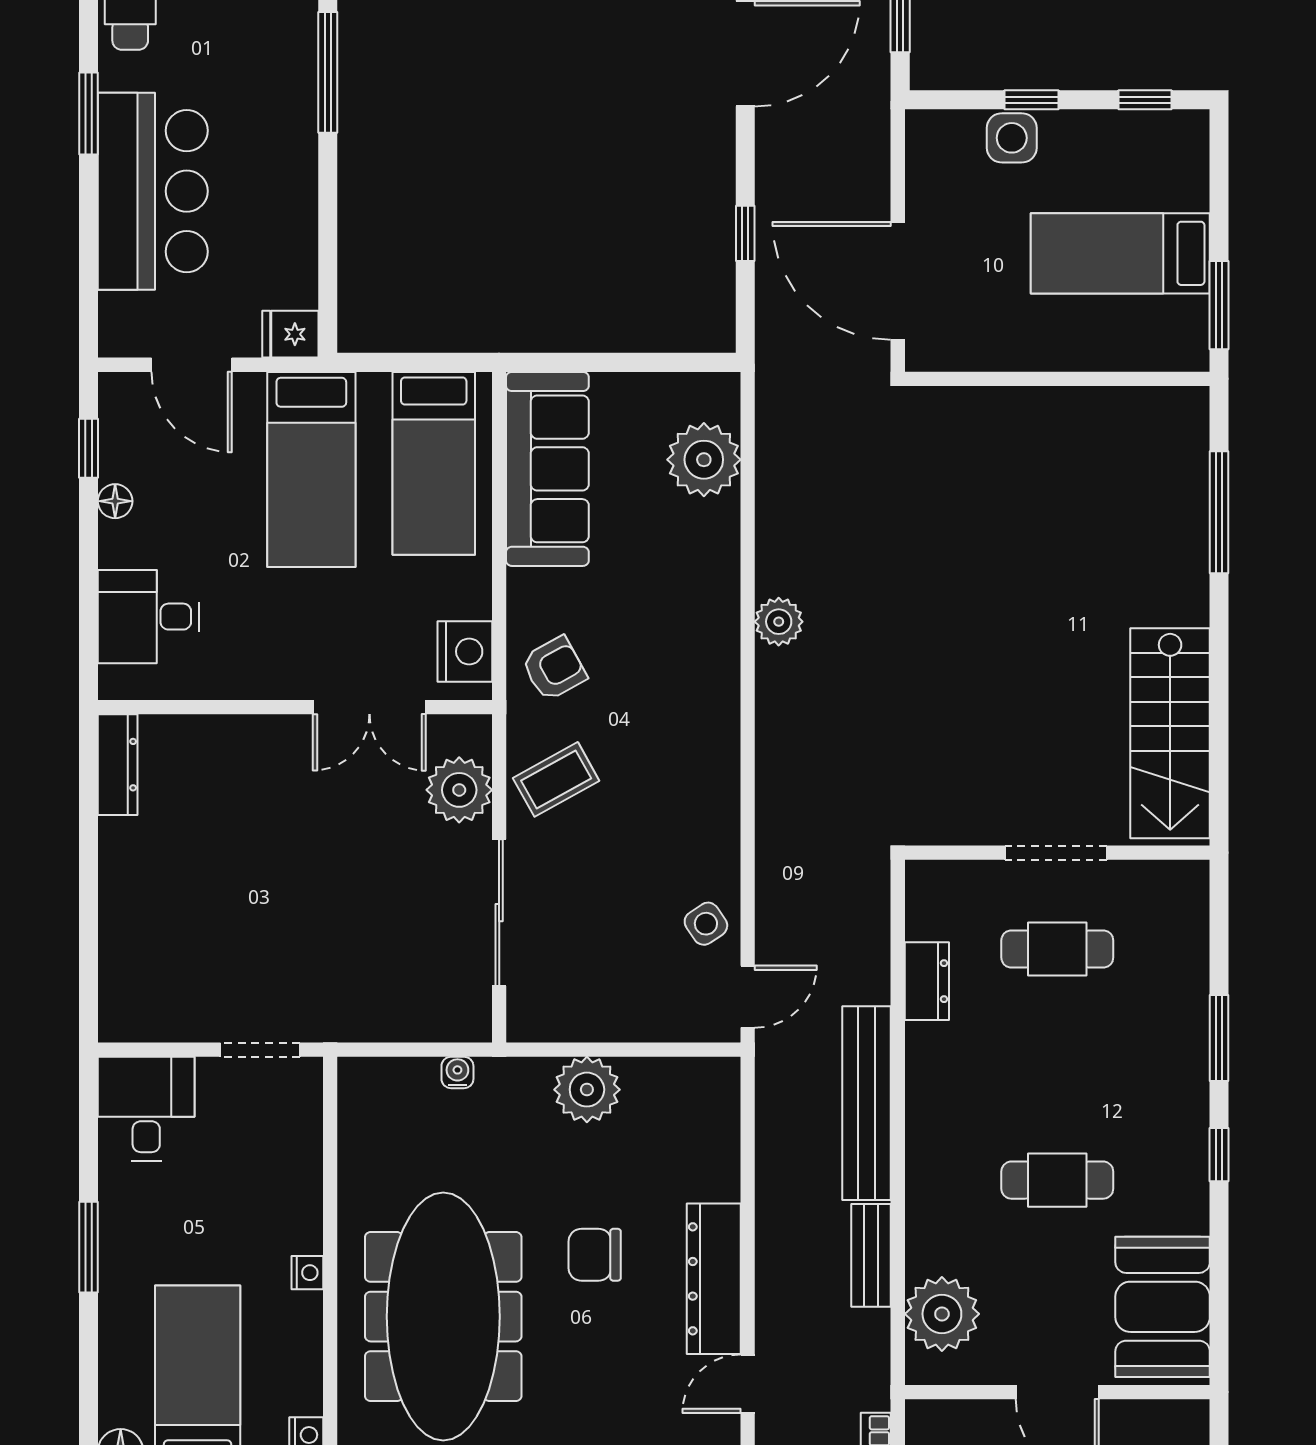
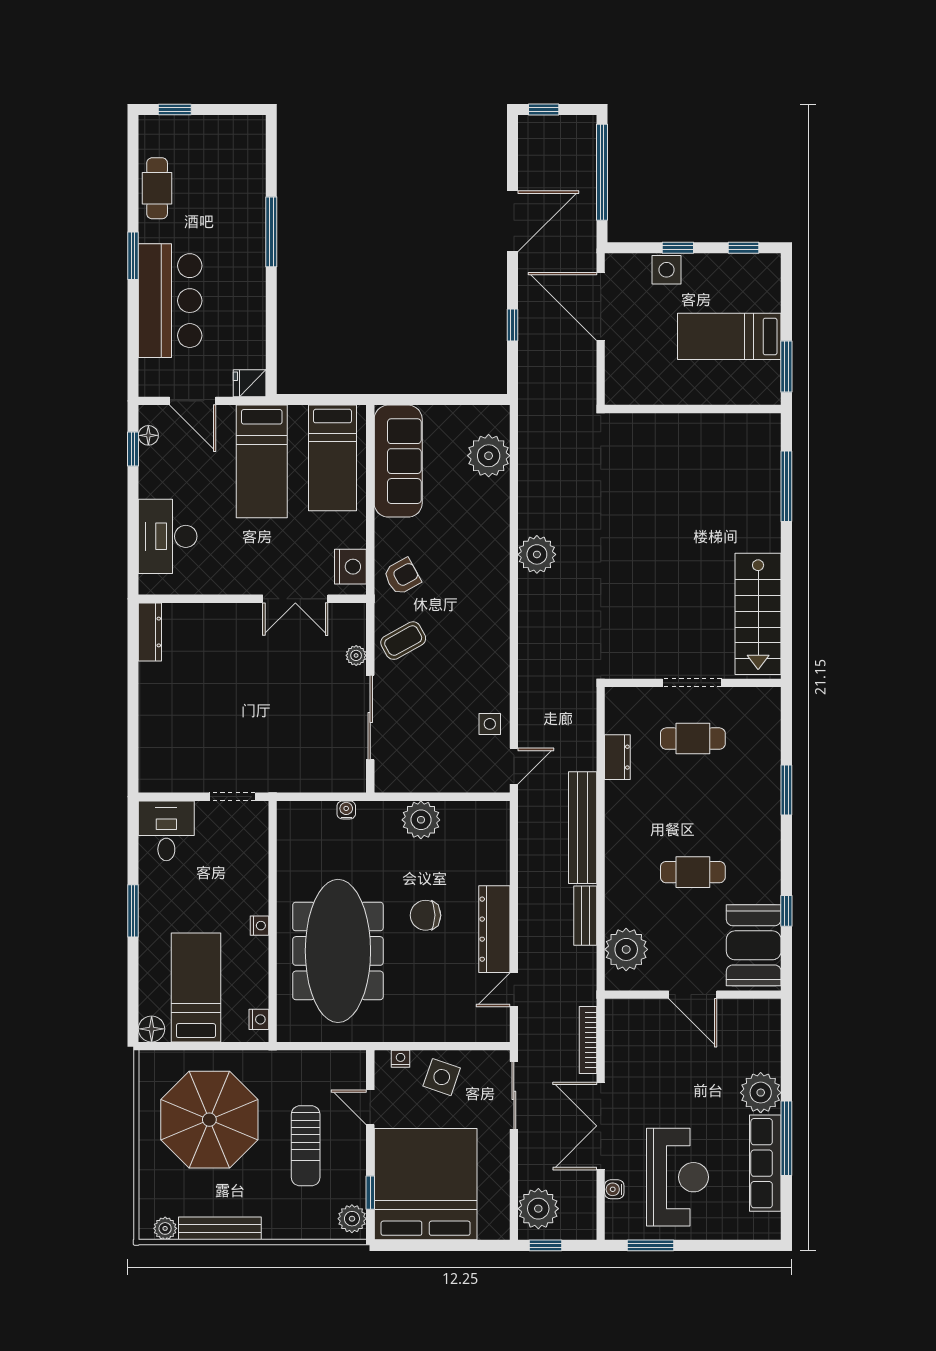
door: (898, 281) -> (601, 307), moved
floor lamp: (115, 501) -> (148, 435), moved
desk: (149, 617) -> (168, 536), width x1.37
plant: (779, 622) -> (537, 554), width x1.36, depth x1.36
plant: (459, 790) -> (356, 655), width x0.53, depth x0.53
side table: (706, 924) -> (490, 724), turned 34
window: (1219, 1155) -> (786, 911), moved

